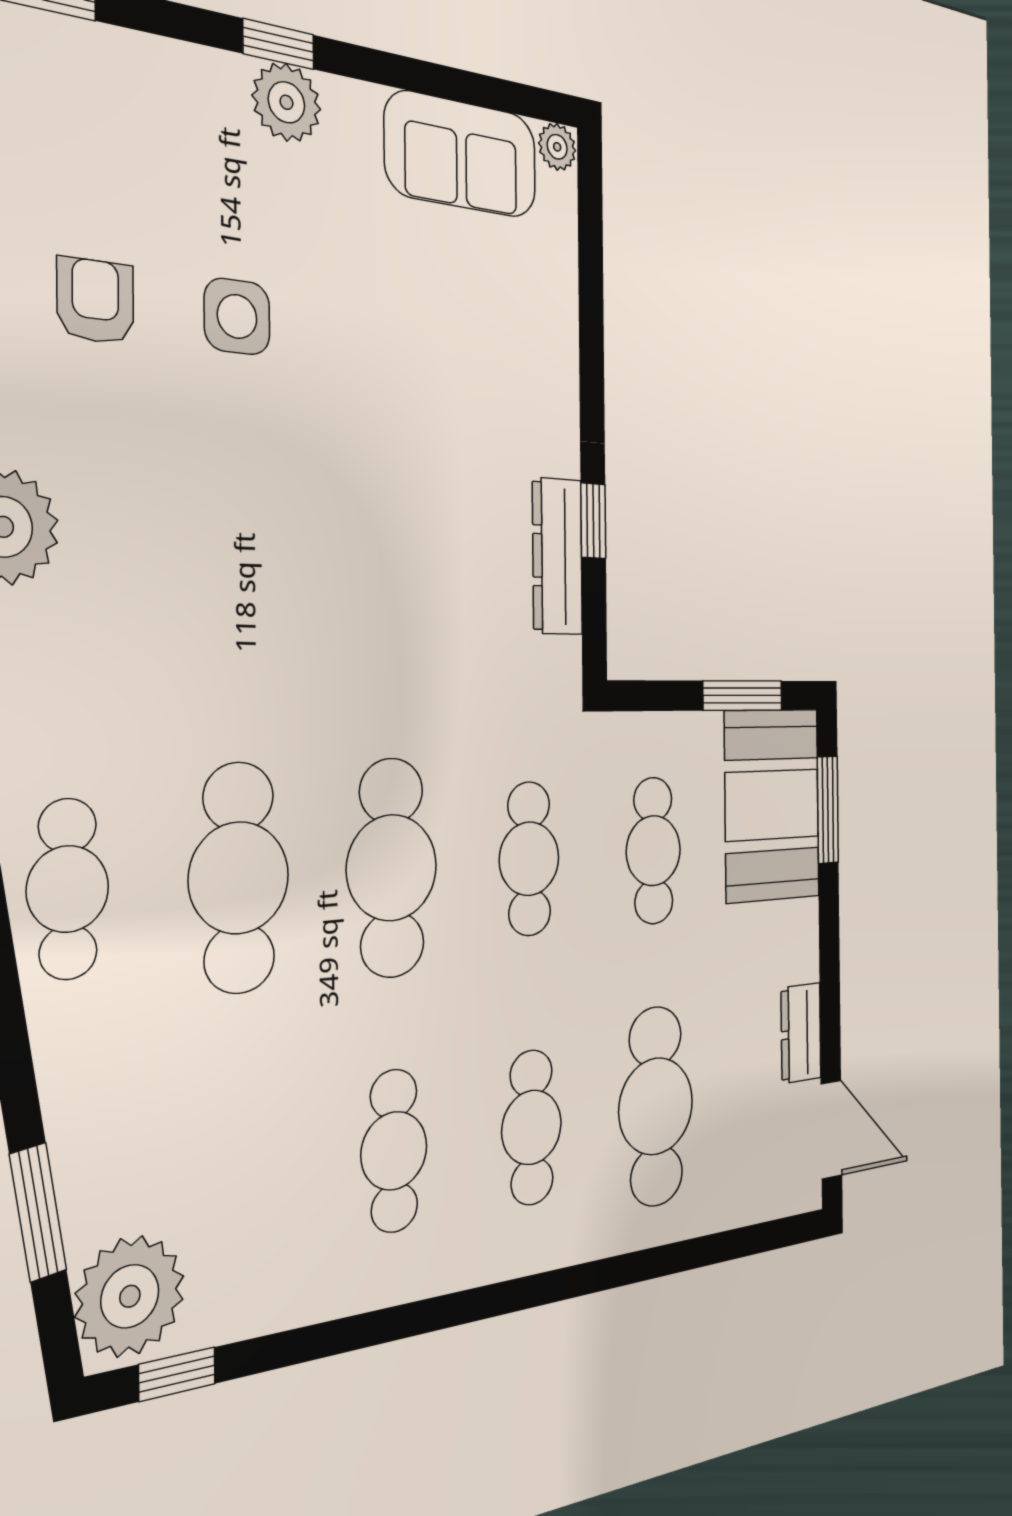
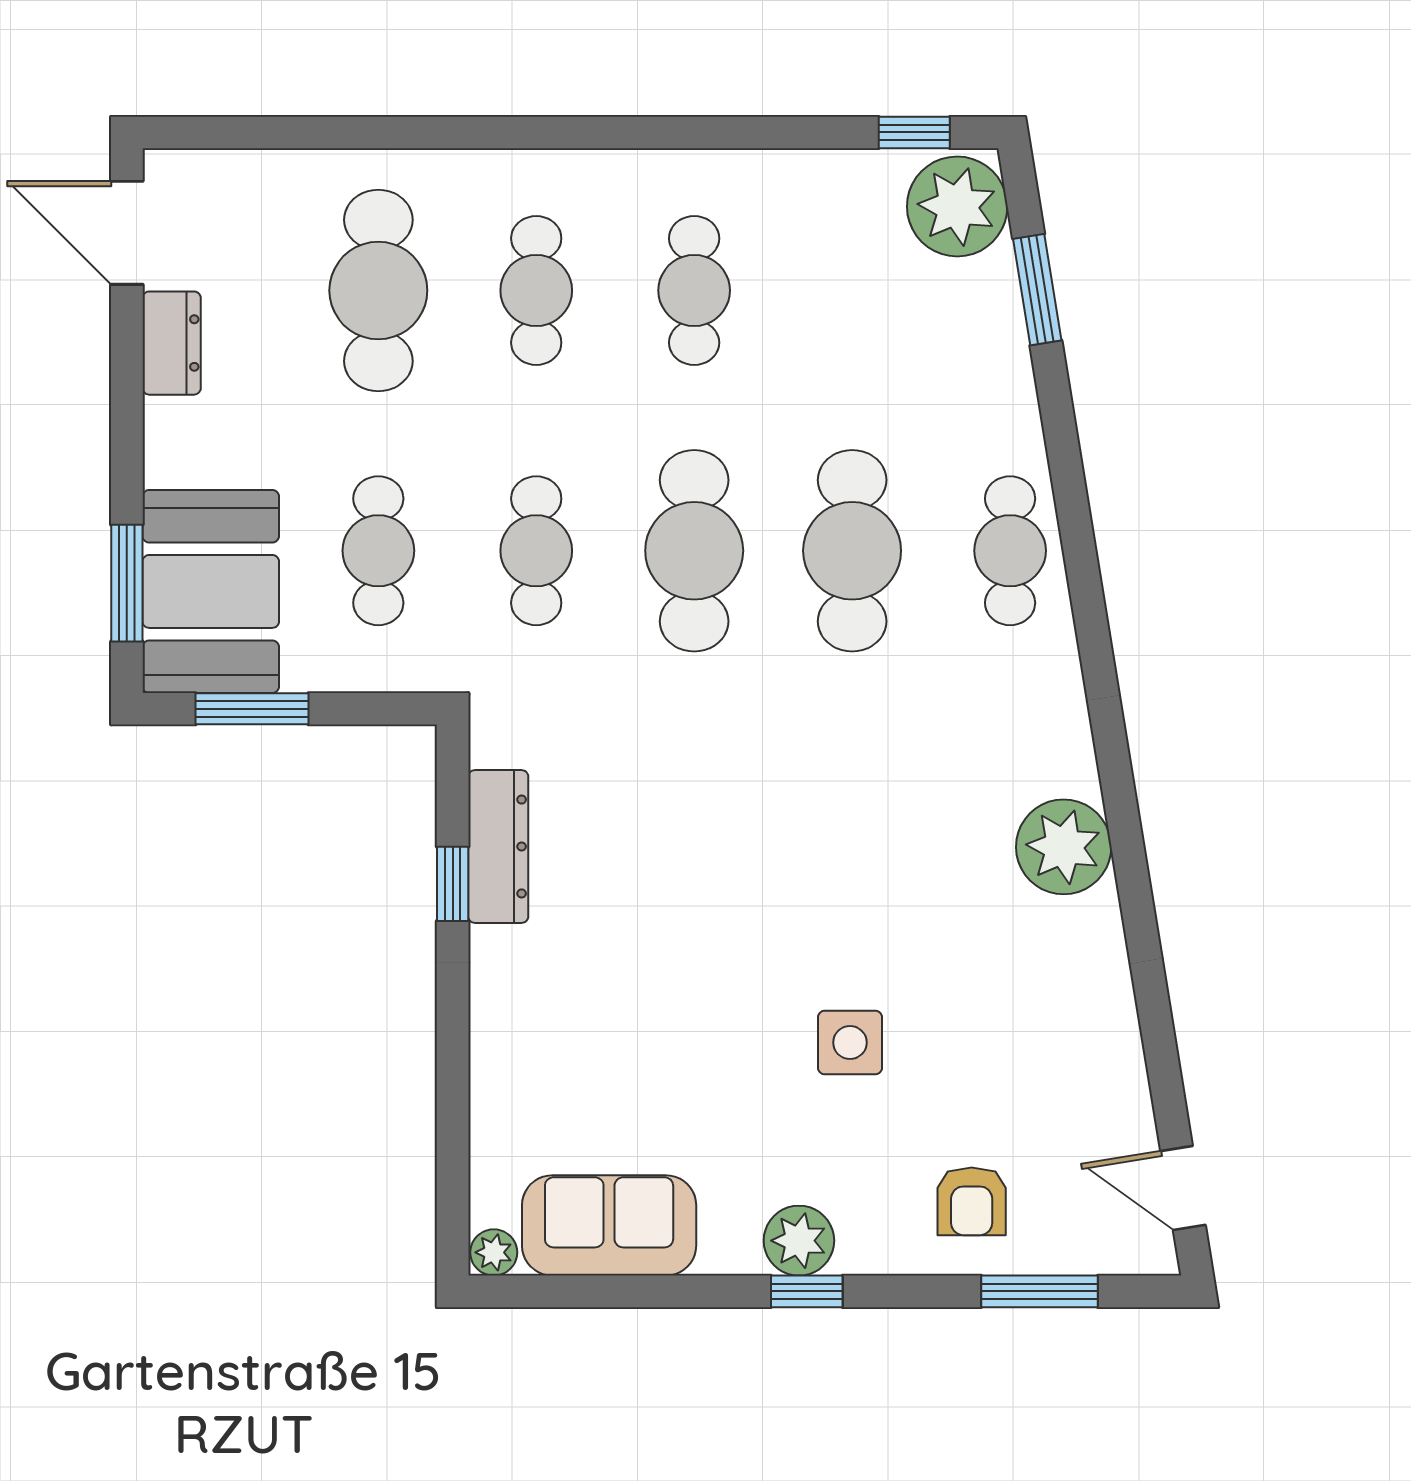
armchair: (96, 301) -> (972, 1201), moved

